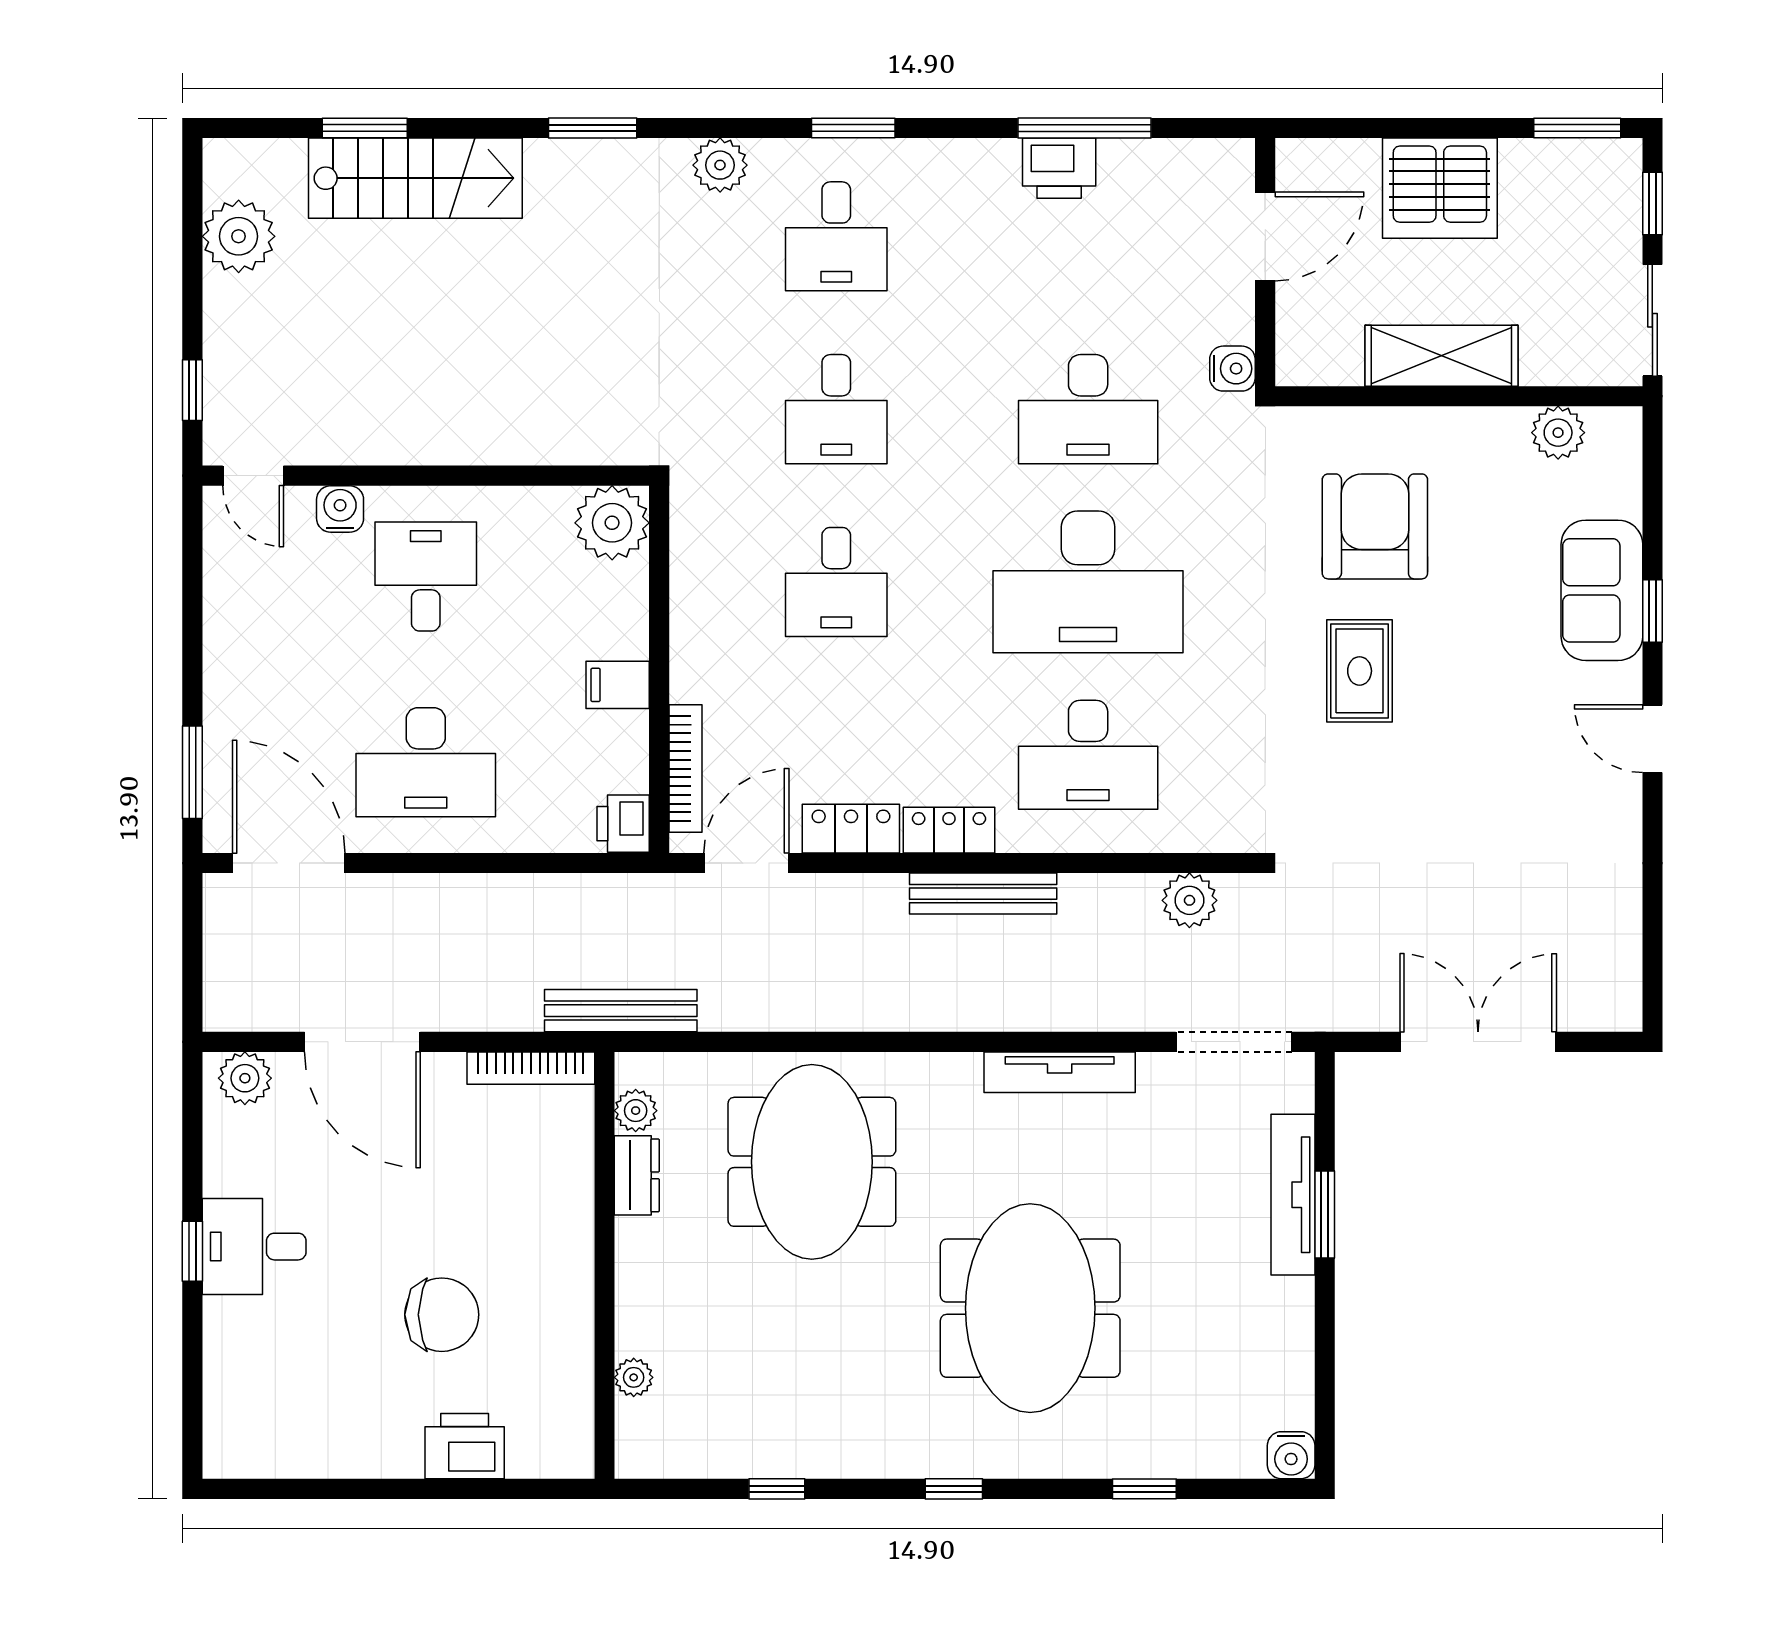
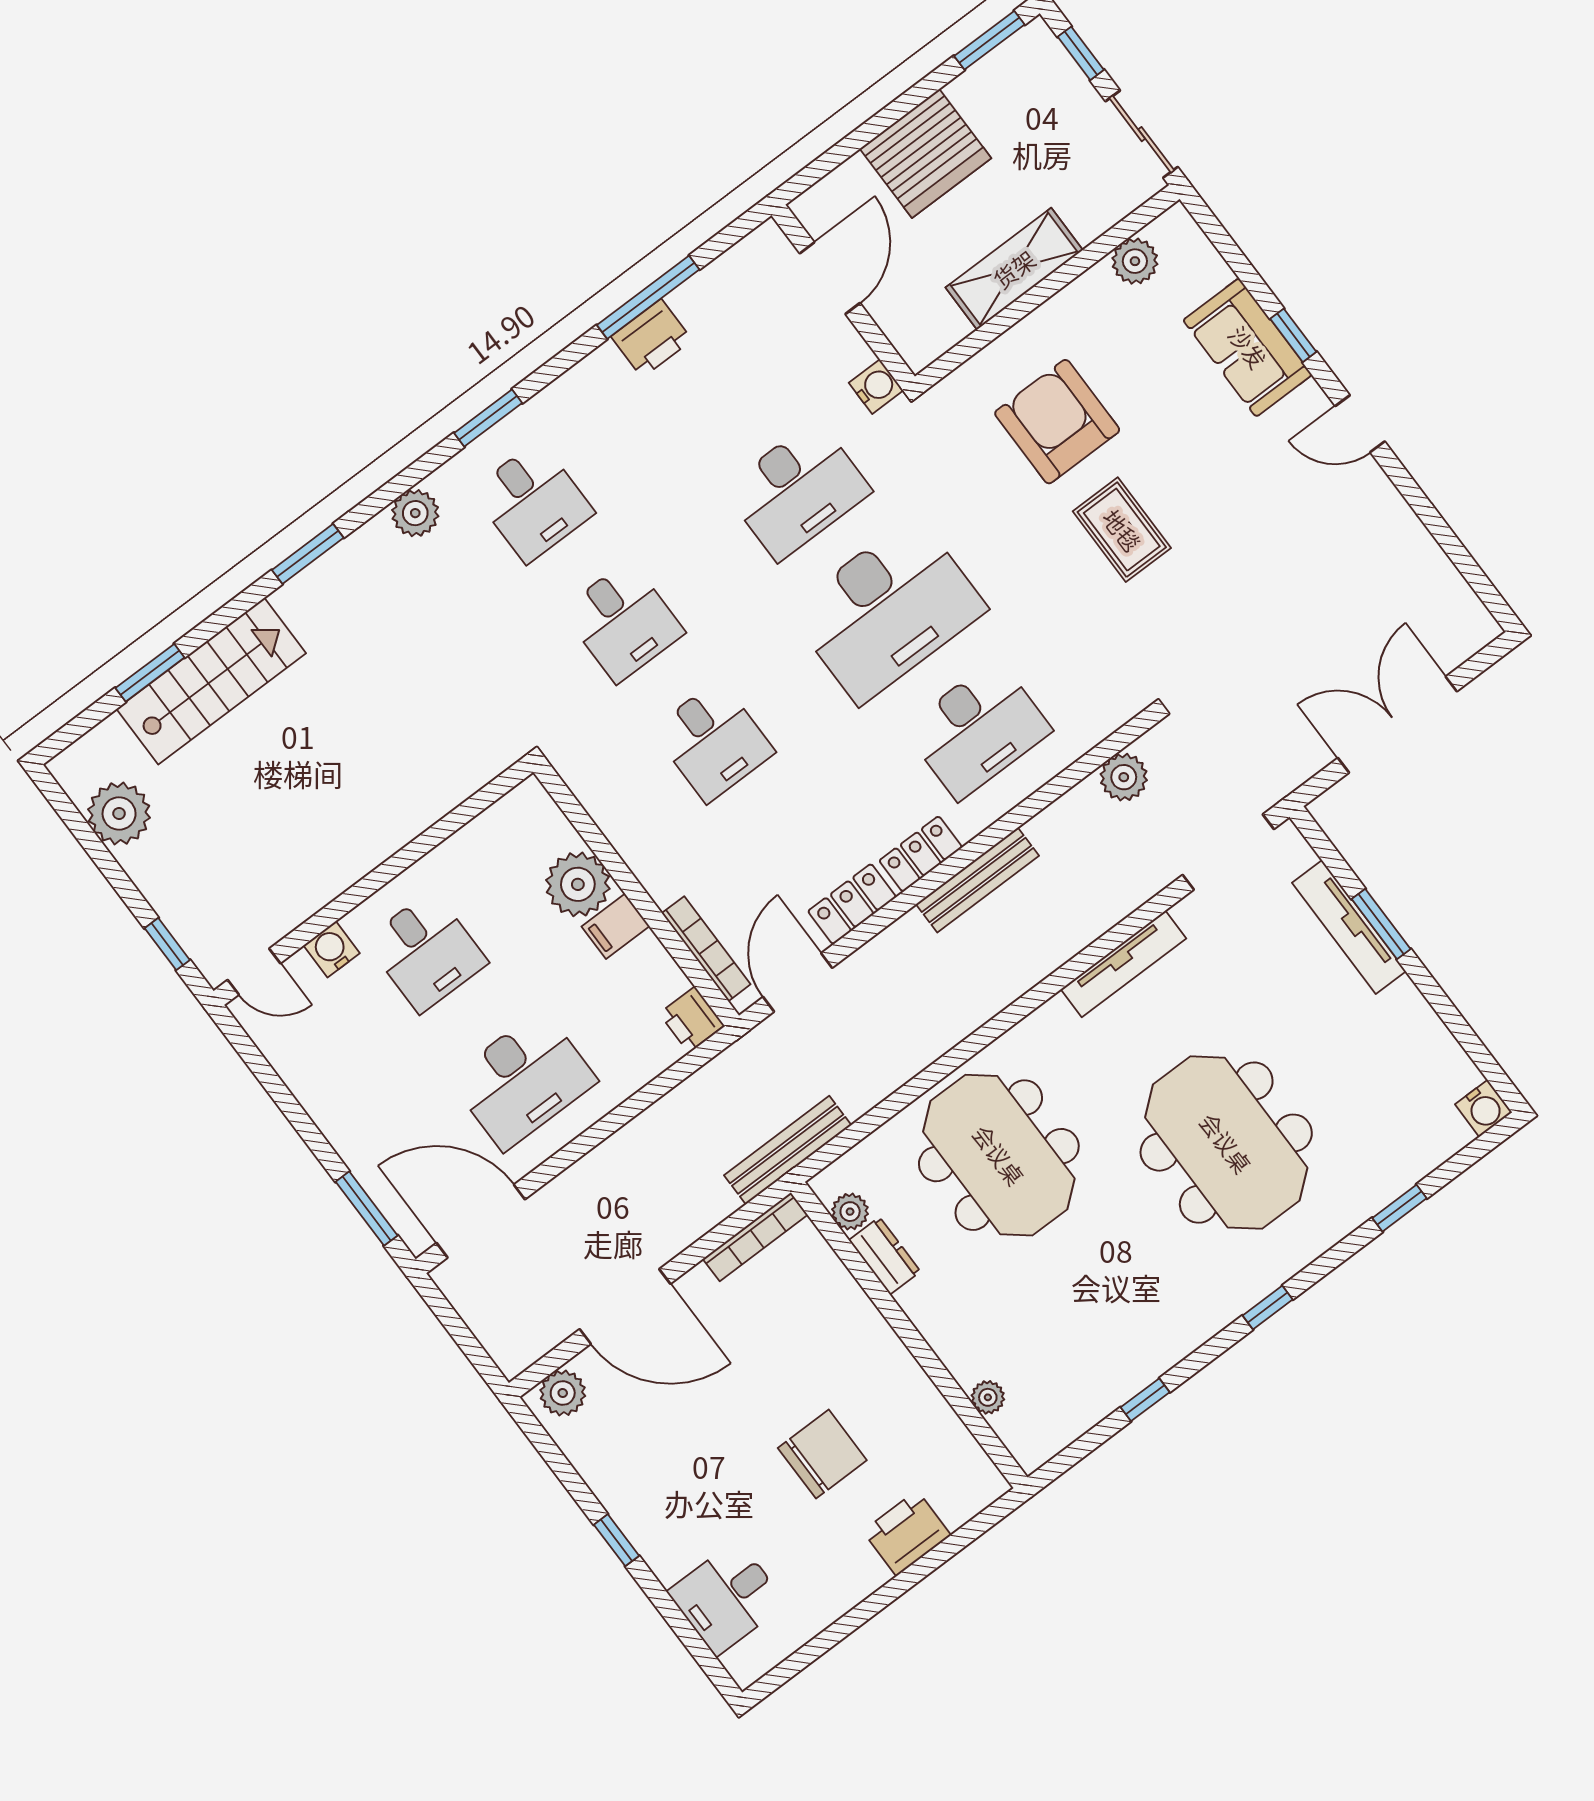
plant: (612, 523) -> (578, 884), moved
desk: (426, 577) -> (426, 951), turned 180
desk: (254, 1247) -> (727, 1598), moved

